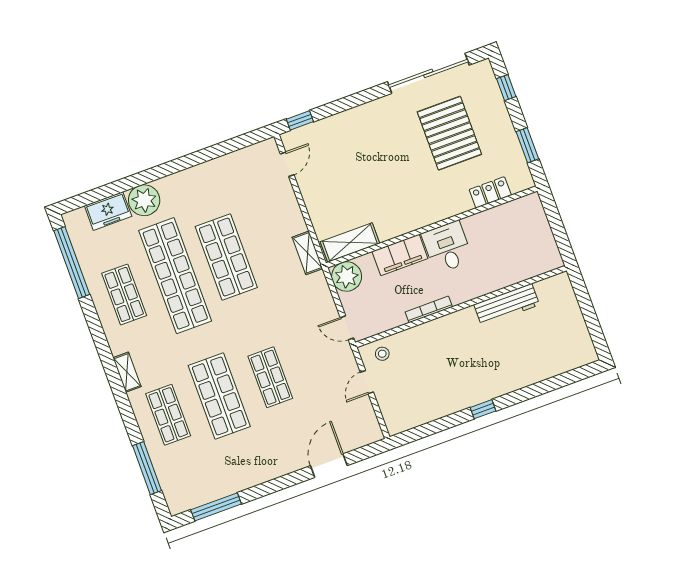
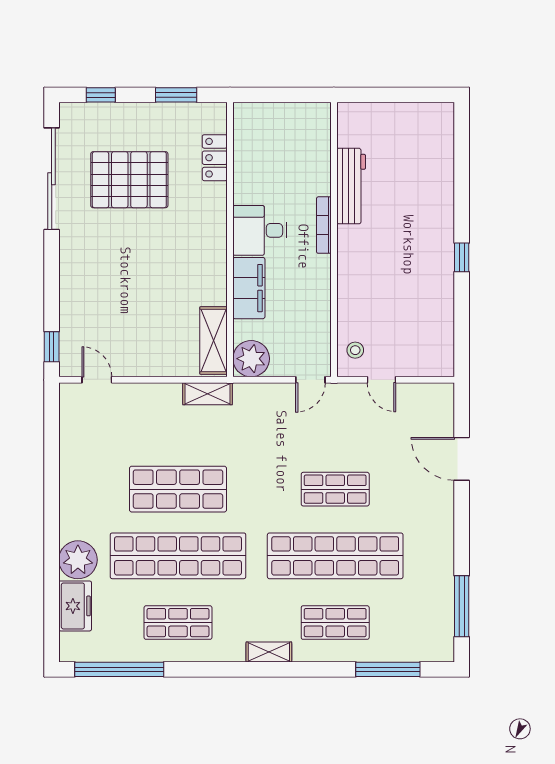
bookcase: (429, 309) -> (324, 225), moved
shop shelf: (219, 396) -> (335, 556), width x1.40

